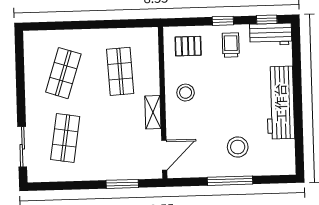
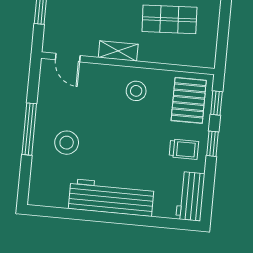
window: (267, 20) -> (216, 103), moved
pallet: (188, 46) -> (189, 100), width x1.50, depth x1.42
door: (164, 155) -> (68, 58), width x0.73

